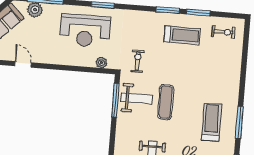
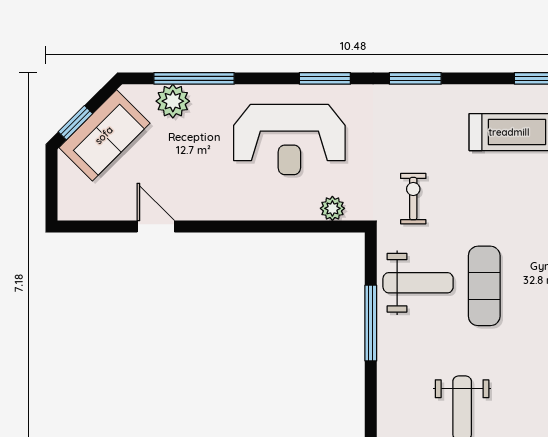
window: (168, 10) -> (415, 78), moved
window: (115, 100) -> (371, 323), moved

